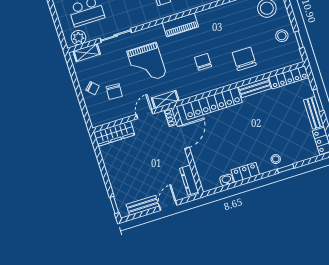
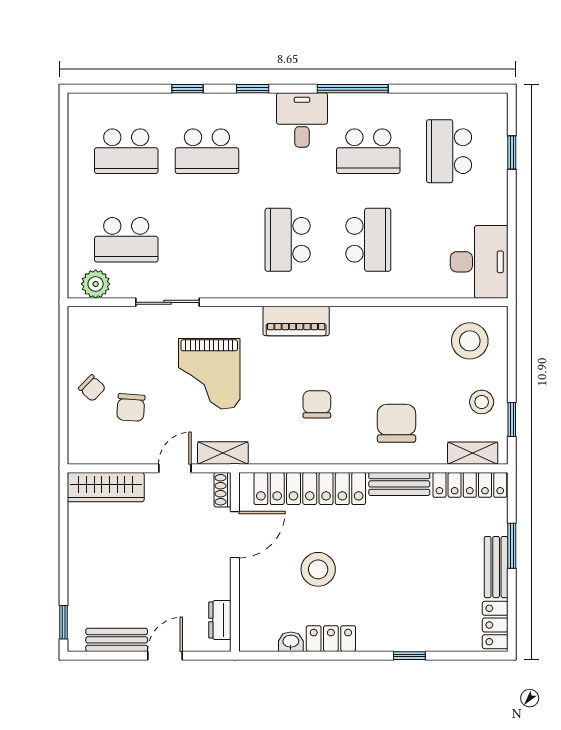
shelving: (87, 53) -> (473, 453), moved
stool: (276, 159) -> (318, 569), moved, width x1.89, depth x1.89
dresser: (189, 180) -> (220, 620), width x0.70

